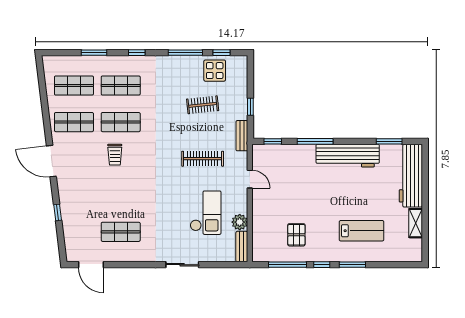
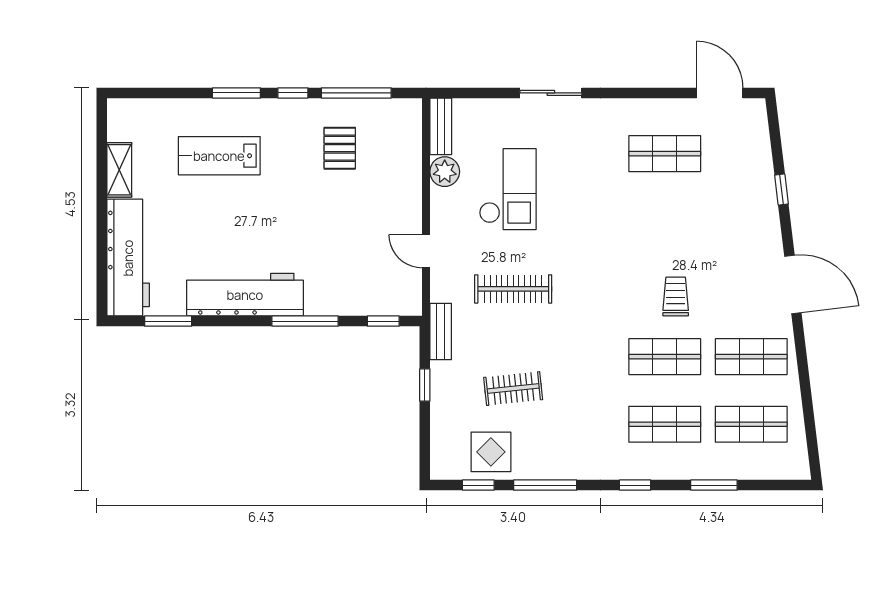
checkout: (206, 213) -> (508, 189), turned 180

